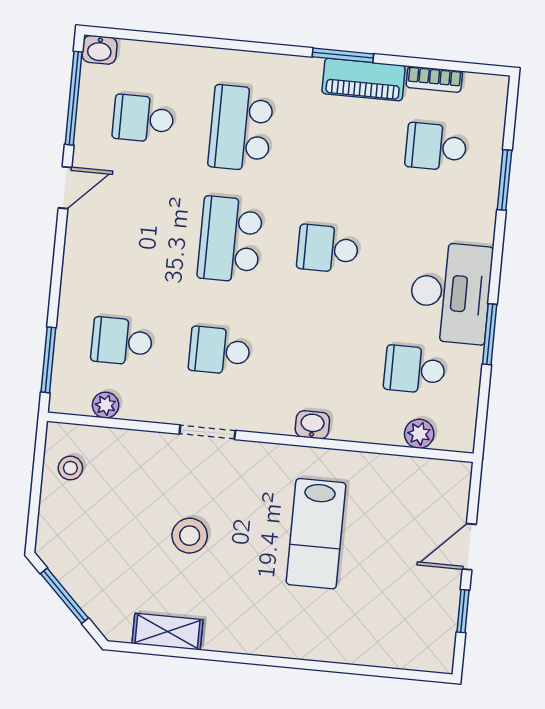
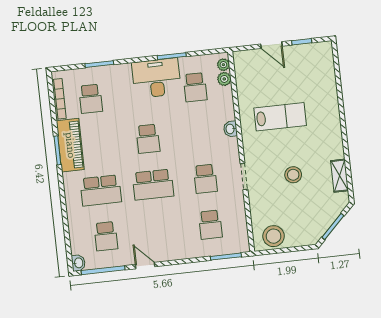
bookcase: (434, 79) -> (59, 99), width x1.56
piano: (364, 80) -> (70, 145), width x1.37, depth x1.33
plant: (106, 405) -> (223, 65), moved
stool: (70, 468) -> (274, 236), width x1.89, depth x1.89

